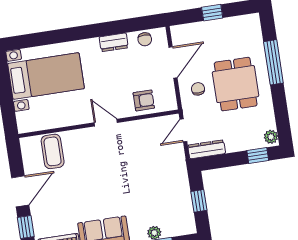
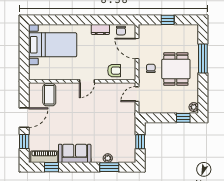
door: (173, 62) -> (137, 49), swing flipped
door: (106, 123) -> (87, 81), swing flipped
dresser: (207, 149) -> (150, 109), removed

